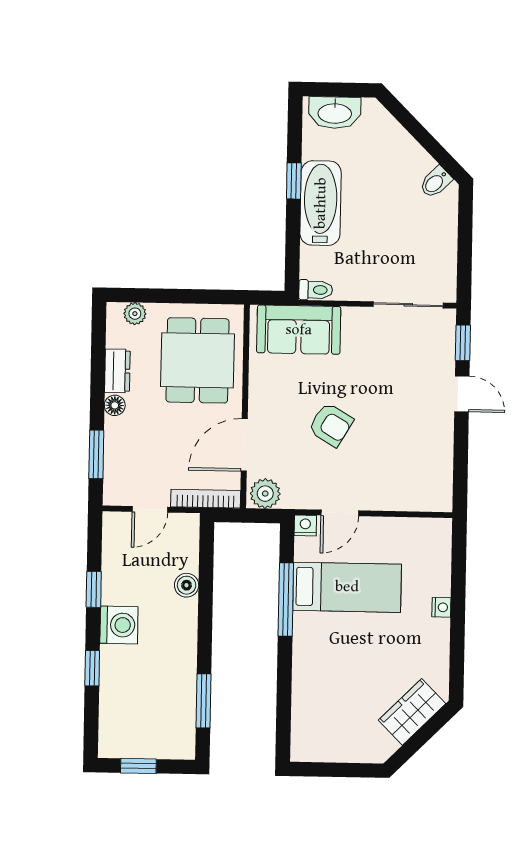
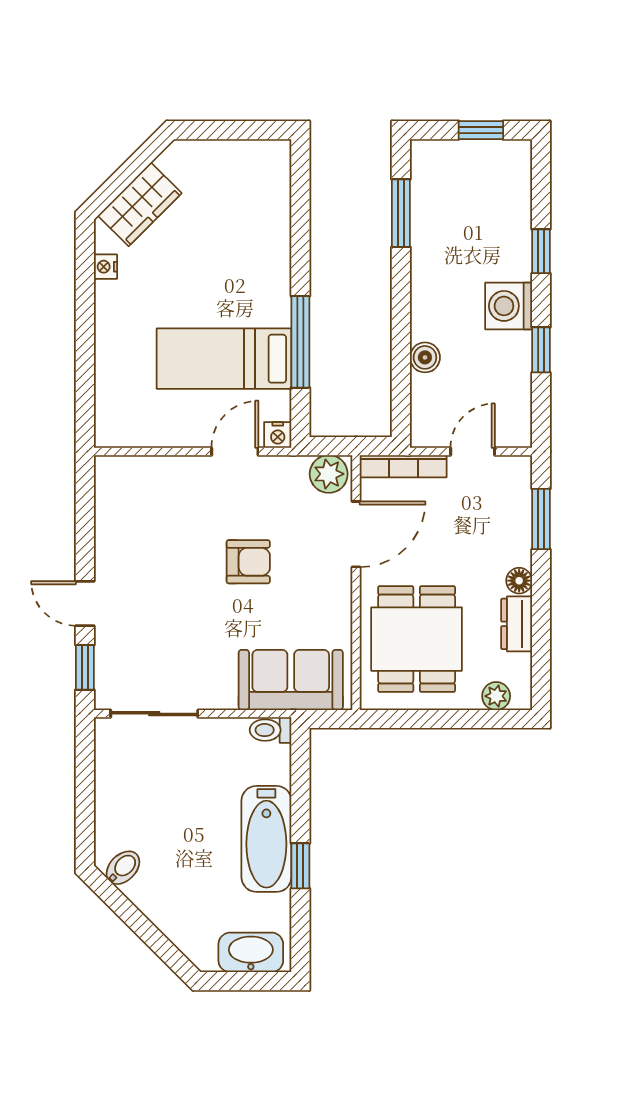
armchair: (331, 425) -> (248, 562), turned 149
nightstand: (441, 607) -> (105, 267), moved

